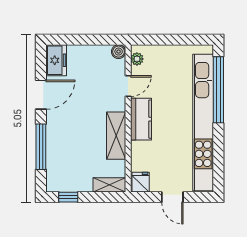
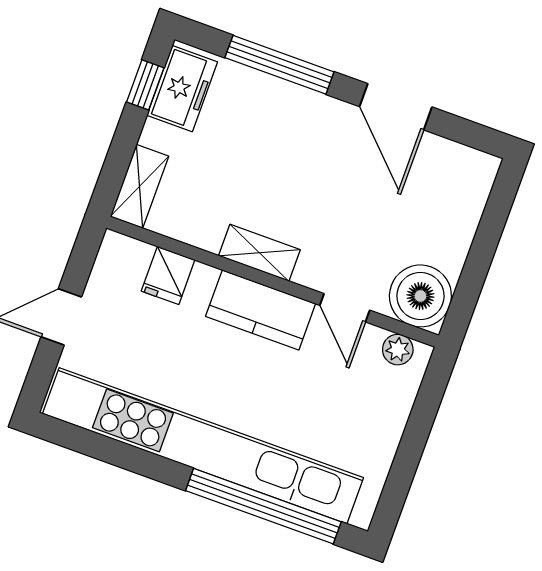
boiler: (119, 52) -> (420, 296), width x1.86, depth x1.86
freezer: (56, 60) -> (182, 89), moved, turned -90
shelving: (116, 136) -> (259, 253), width x0.67, depth x0.75
fridge: (141, 182) -> (168, 275), moved, turned 90

